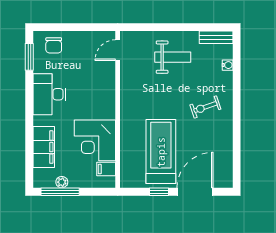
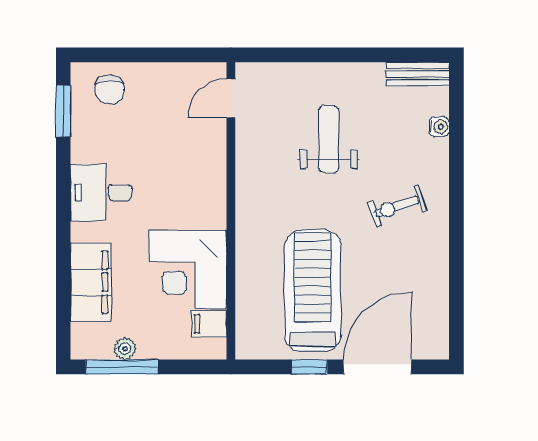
weight bench: (173, 57) -> (329, 139), moved, turned -90
desk: (49, 94) -> (101, 193), width x0.73

